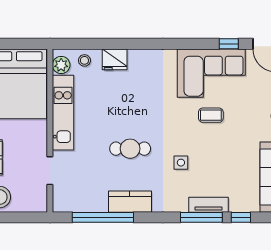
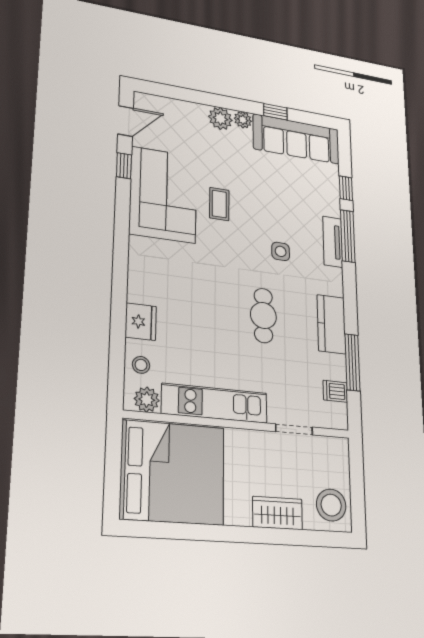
dishwasher: (80, 203) -> (335, 391), added
tv unit: (208, 205) -> (333, 242), moved
window: (103, 217) -> (352, 362), width x0.68

